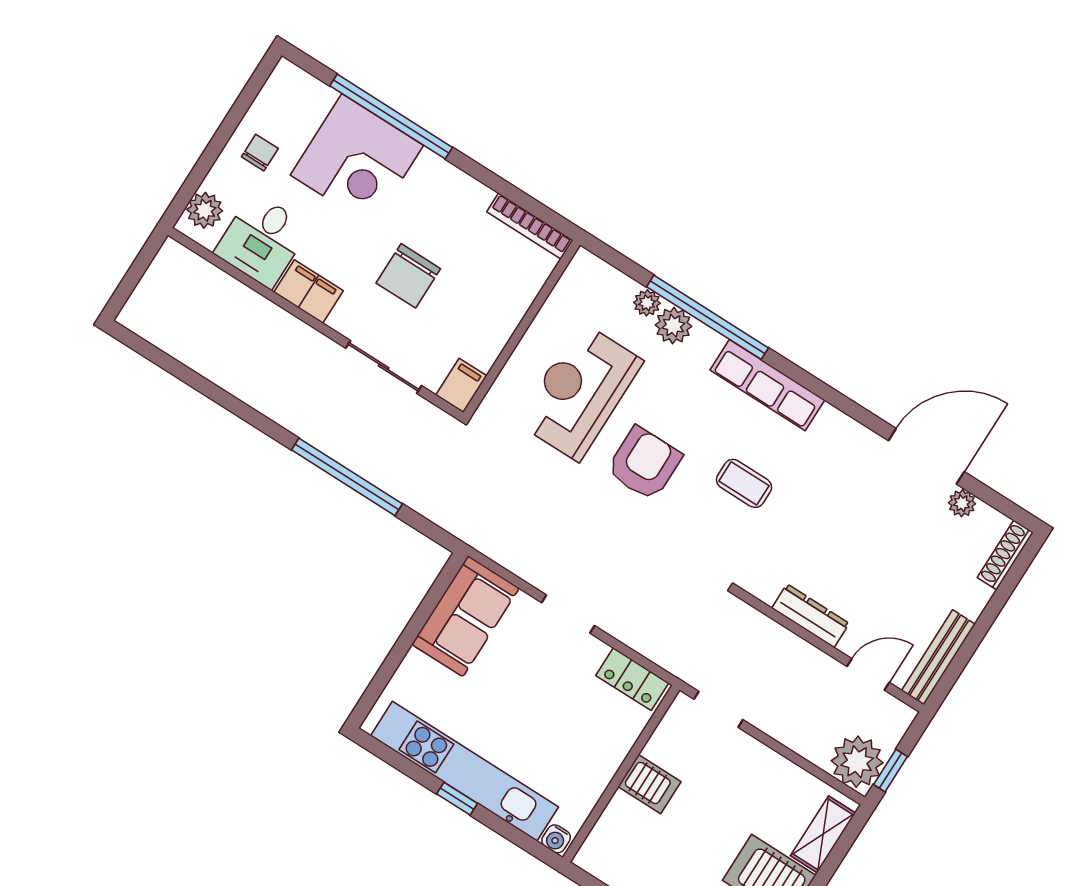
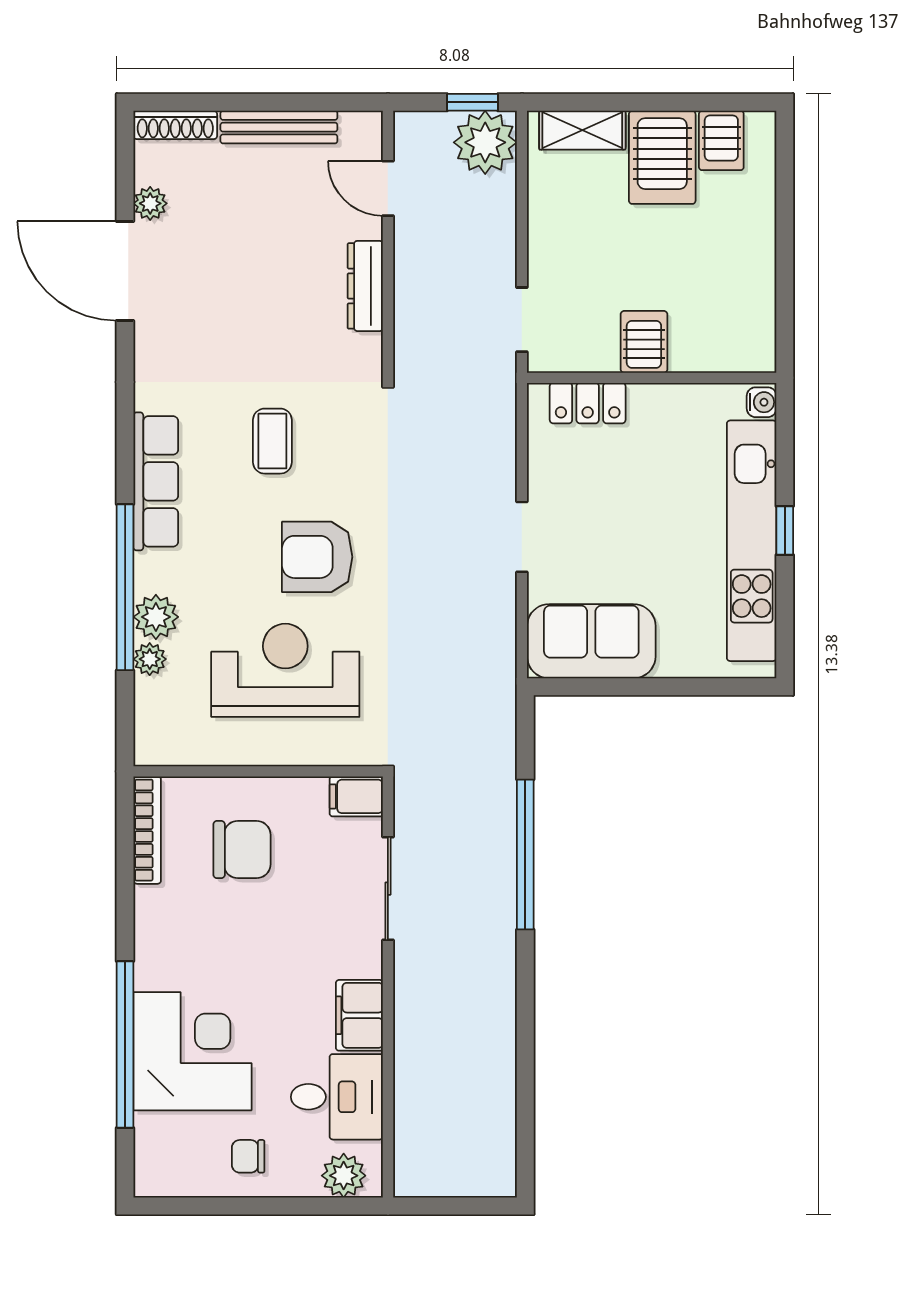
chair: (408, 276) -> (242, 850), moved
reception desk: (580, 392) -> (285, 670), turned 180
bench: (938, 657) -> (279, 127), moved
locker: (632, 679) -> (588, 403), moved, turned 90

